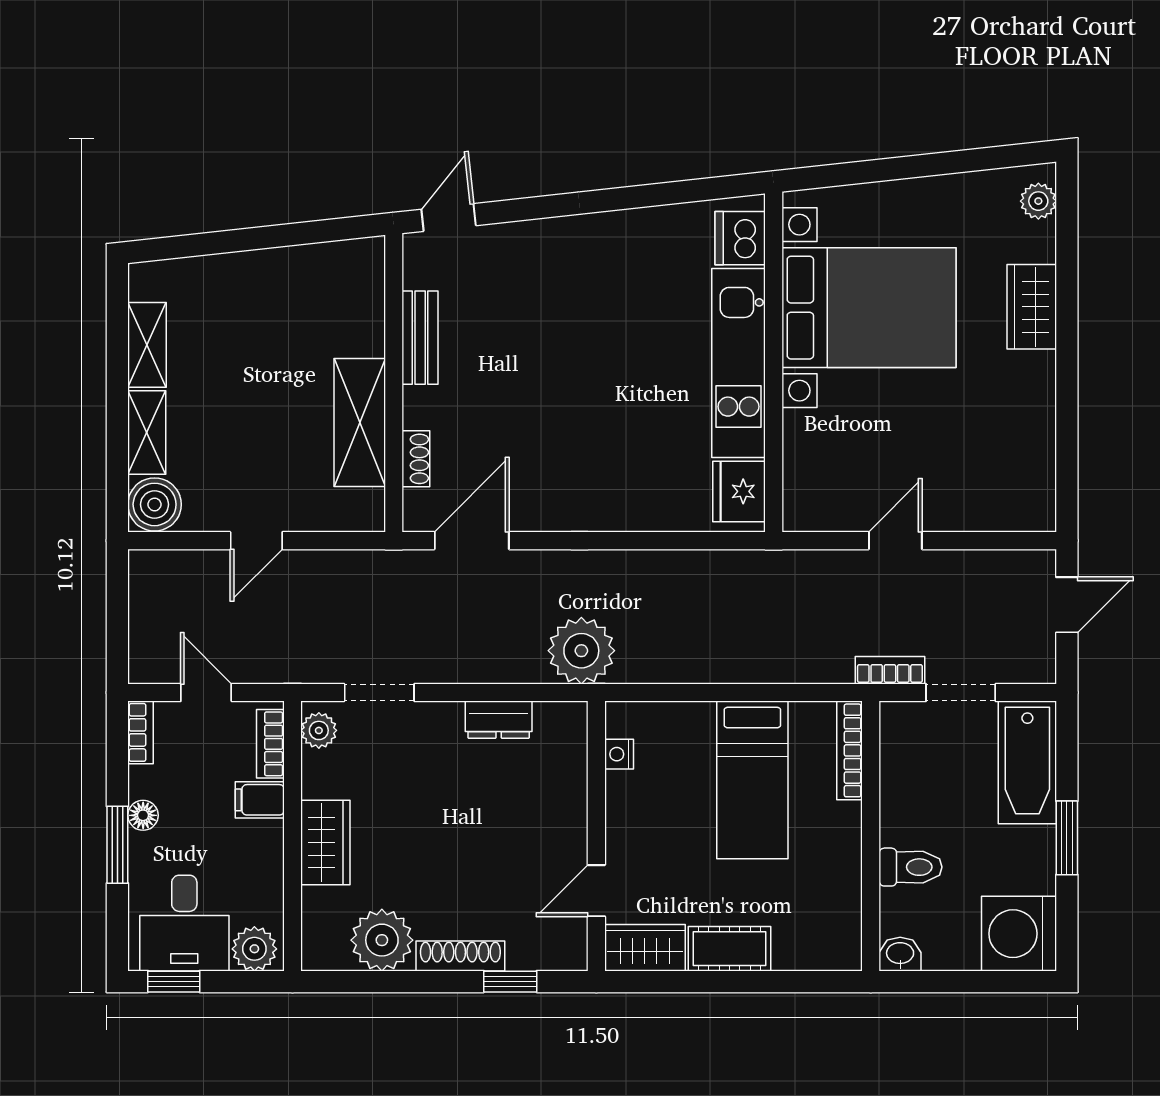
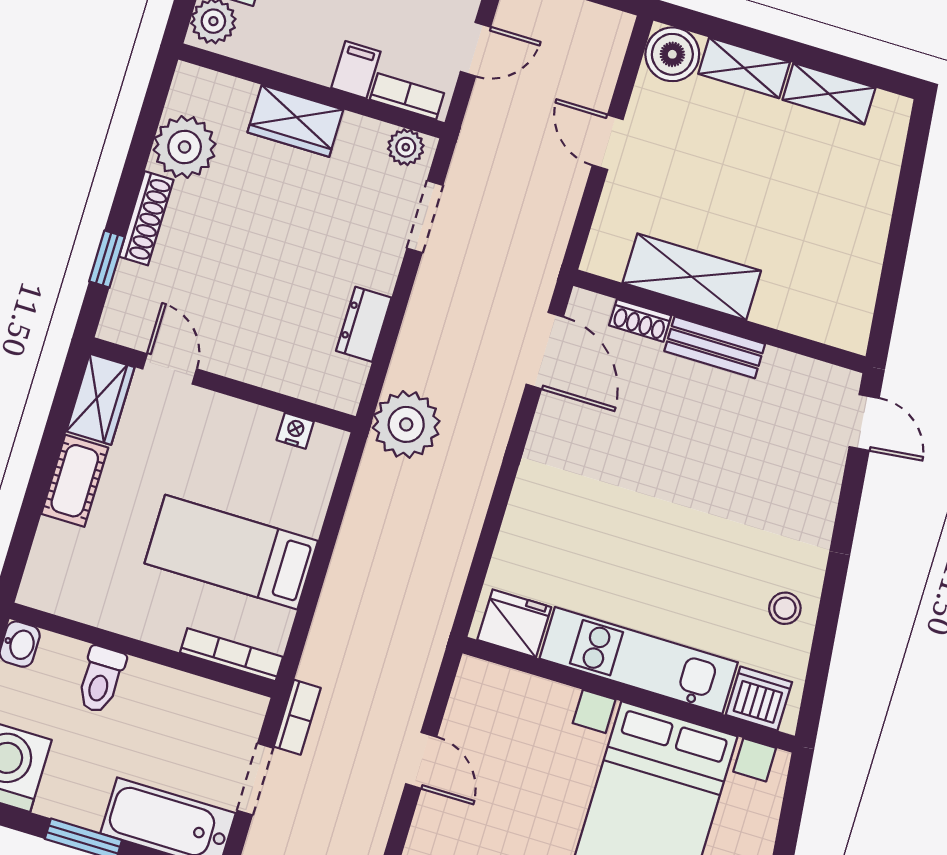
stool: (647, 239) -> (785, 608), added
bench: (420, 338) -> (715, 347), moved

